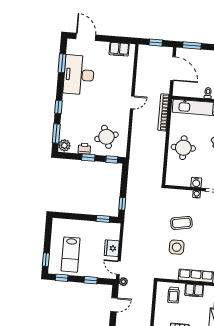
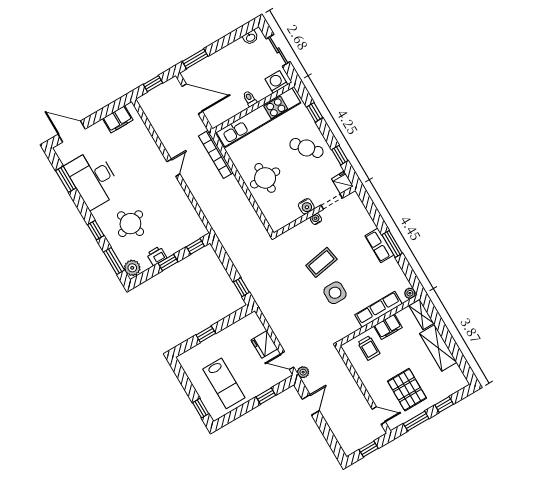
round table: (106, 137) -> (130, 224), moved
window: (103, 219) -> (206, 334), moved
window: (62, 278) -> (232, 416), removed

